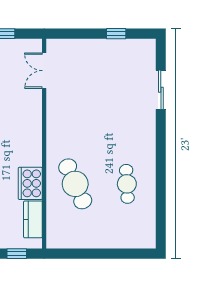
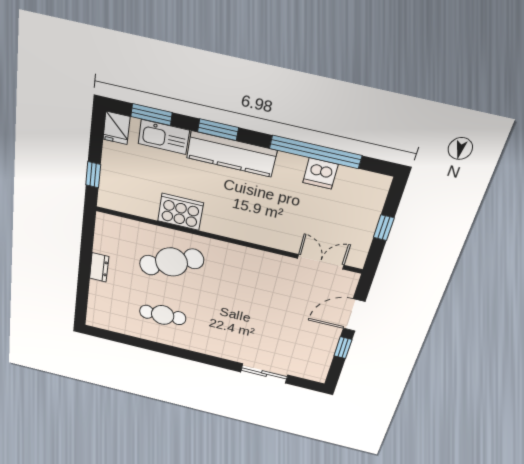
door: (84, 34) -> (354, 315), added
kitchen counter: (33, 219) -> (134, 204), removed
dresser: (96, 242) -> (99, 267), added

